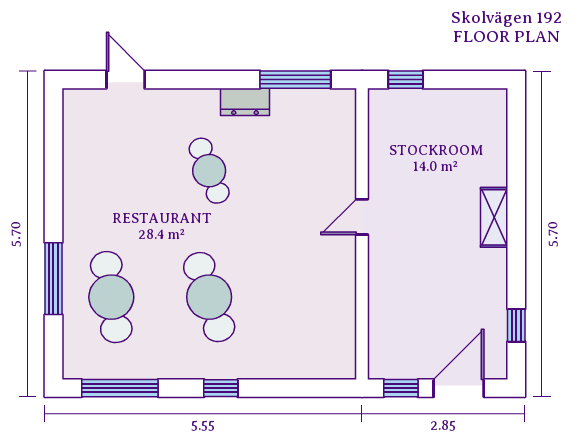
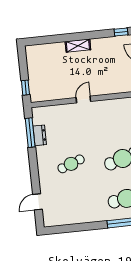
dresser: (245, 102) -> (40, 135), moved
door: (362, 217) -> (83, 100), swing flipped

